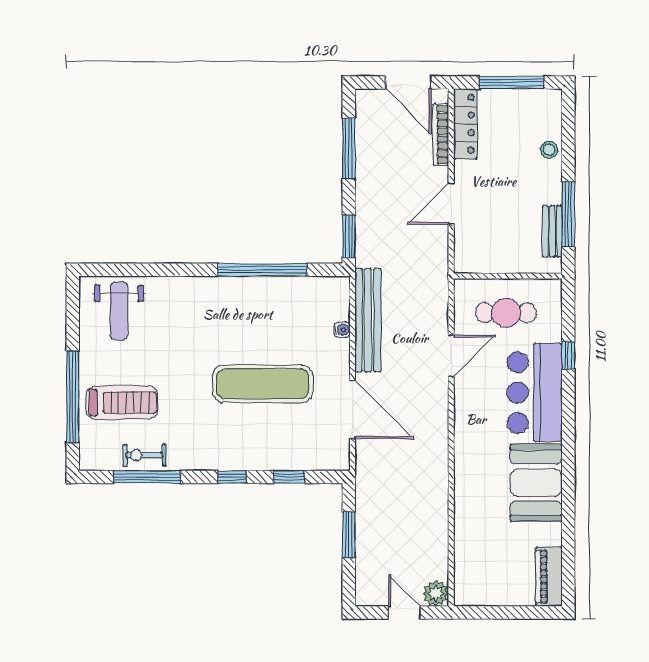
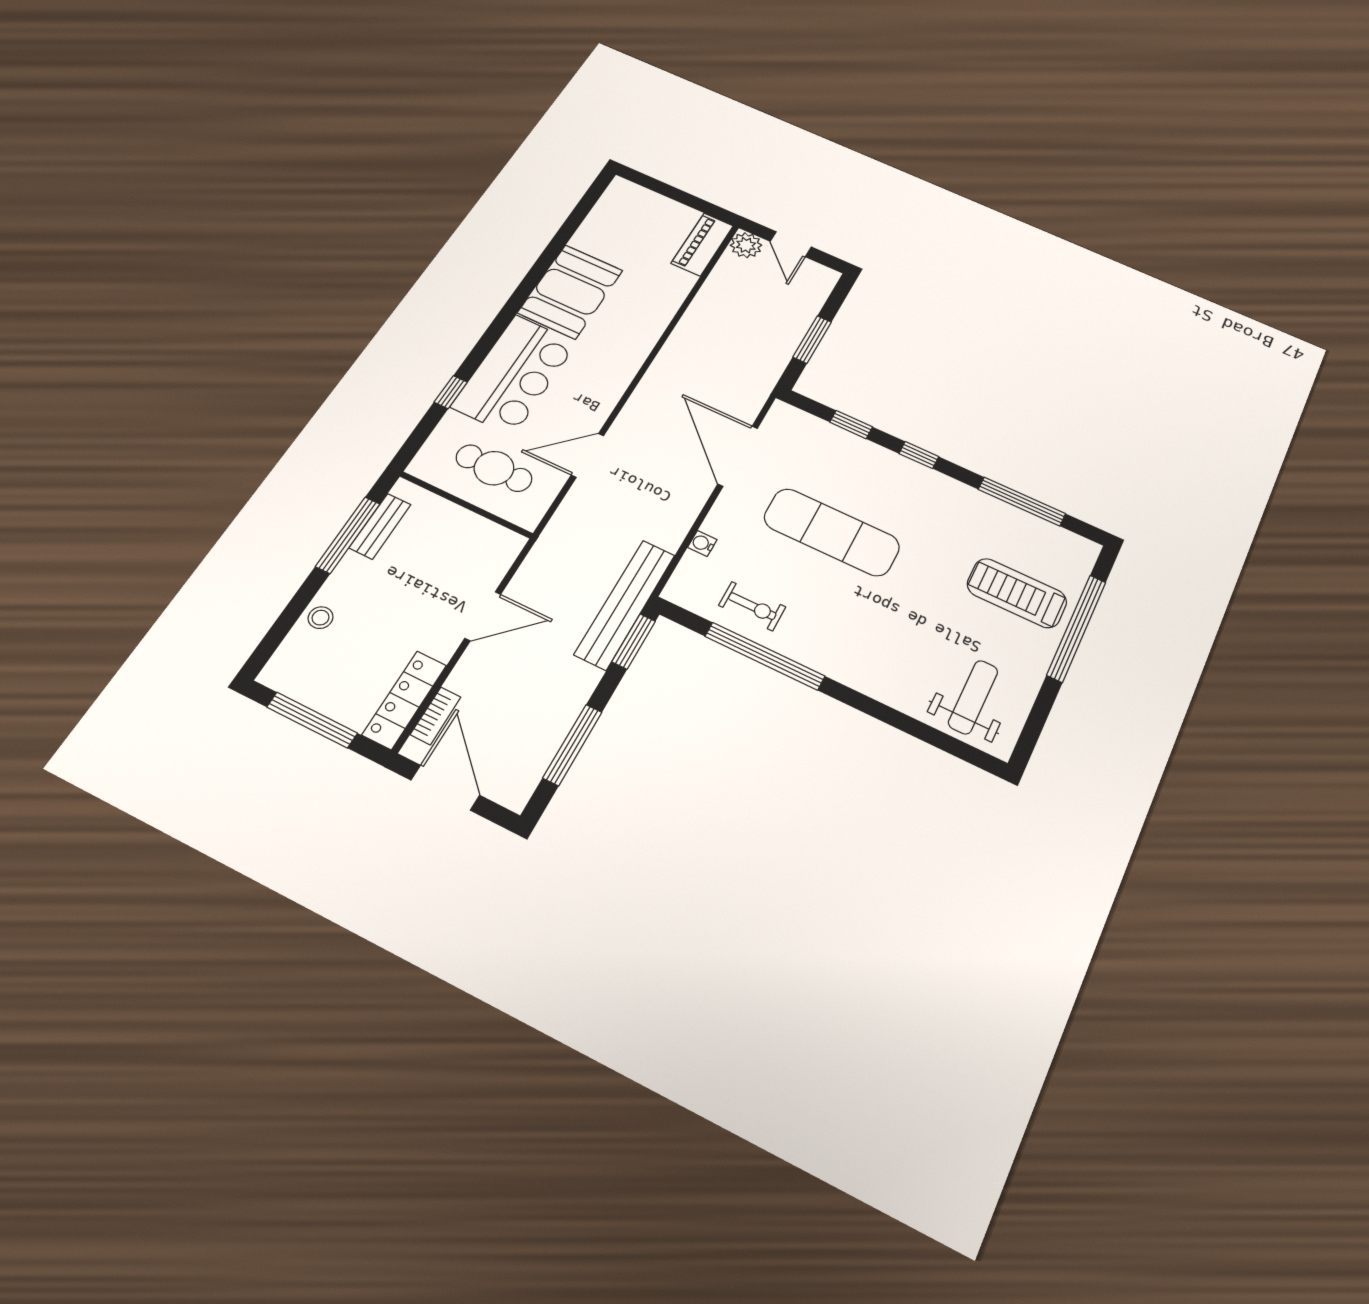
bookcase: (441, 135) -> (436, 716), width x0.64
bench: (368, 320) -> (625, 604), moved
exercise bike: (144, 455) -> (752, 606), moved
piano: (549, 577) -> (702, 244), moved, turned 180

